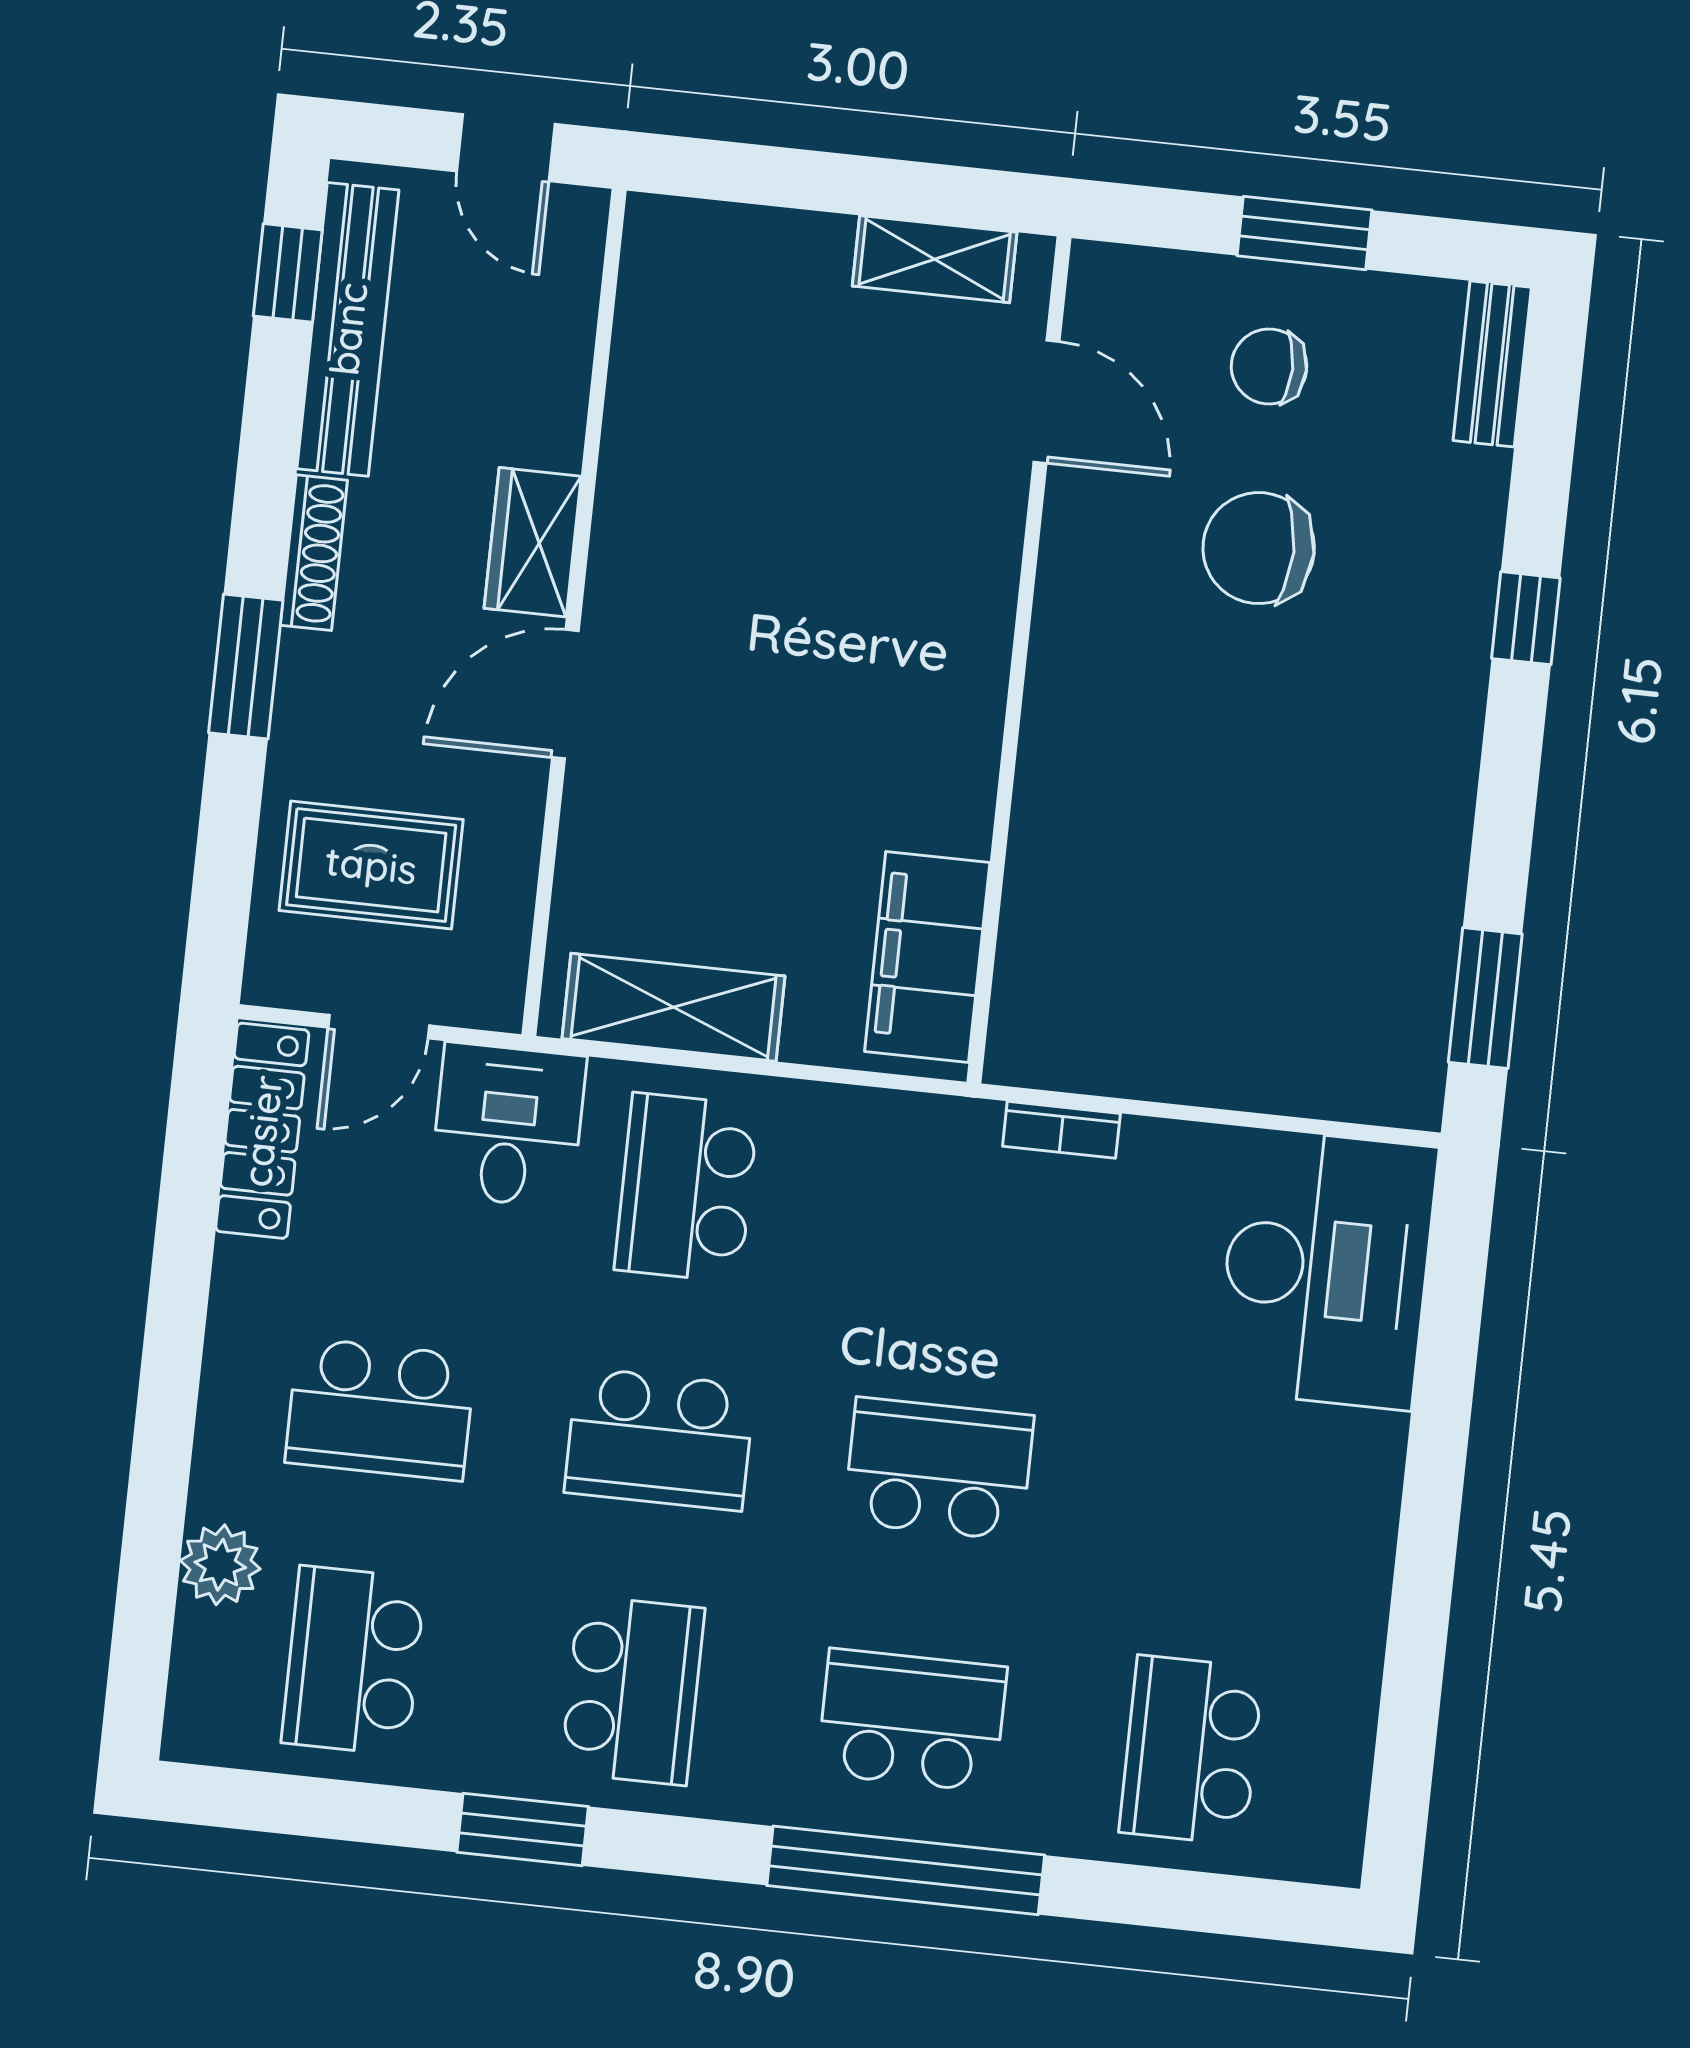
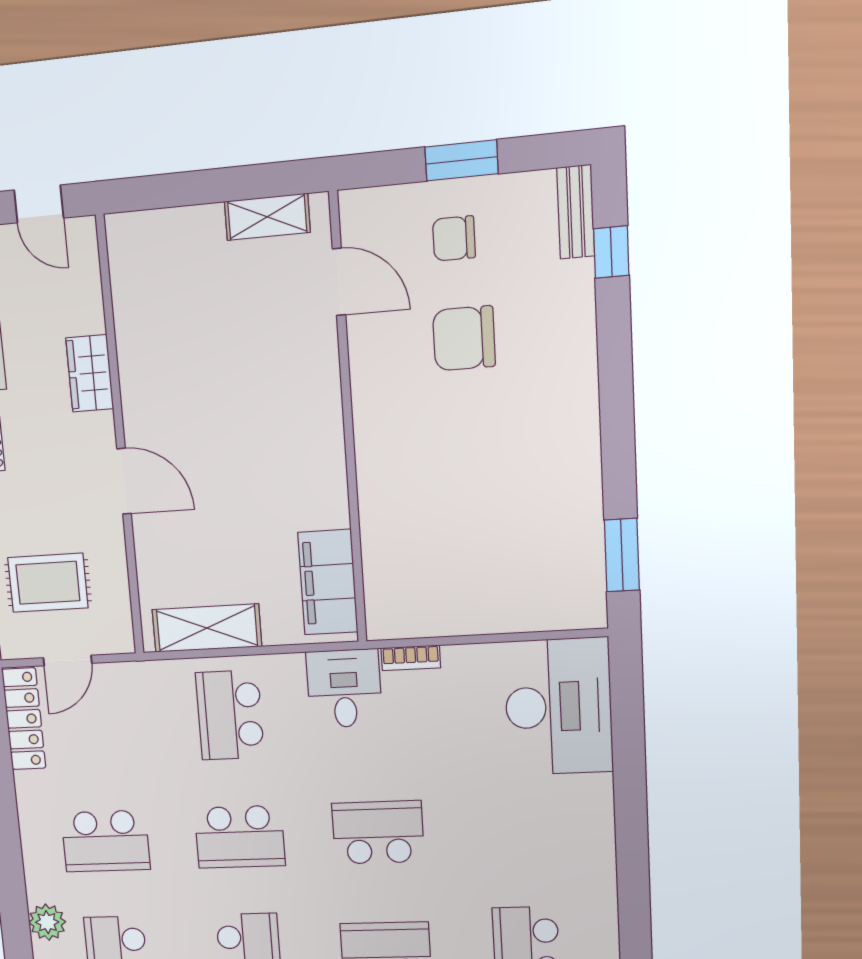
wardrobe: (533, 542) -> (90, 373), moved
window: (1526, 618) -> (611, 252), moved
door: (565, 694) -> (124, 481), swing flipped
desk: (508, 1125) -> (344, 688), moved

